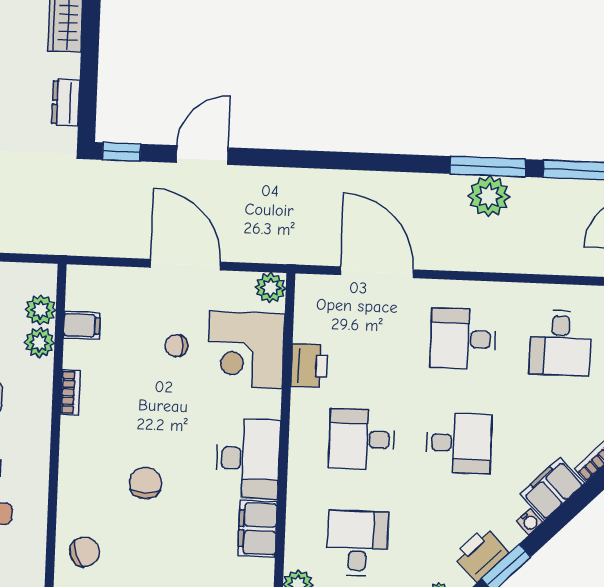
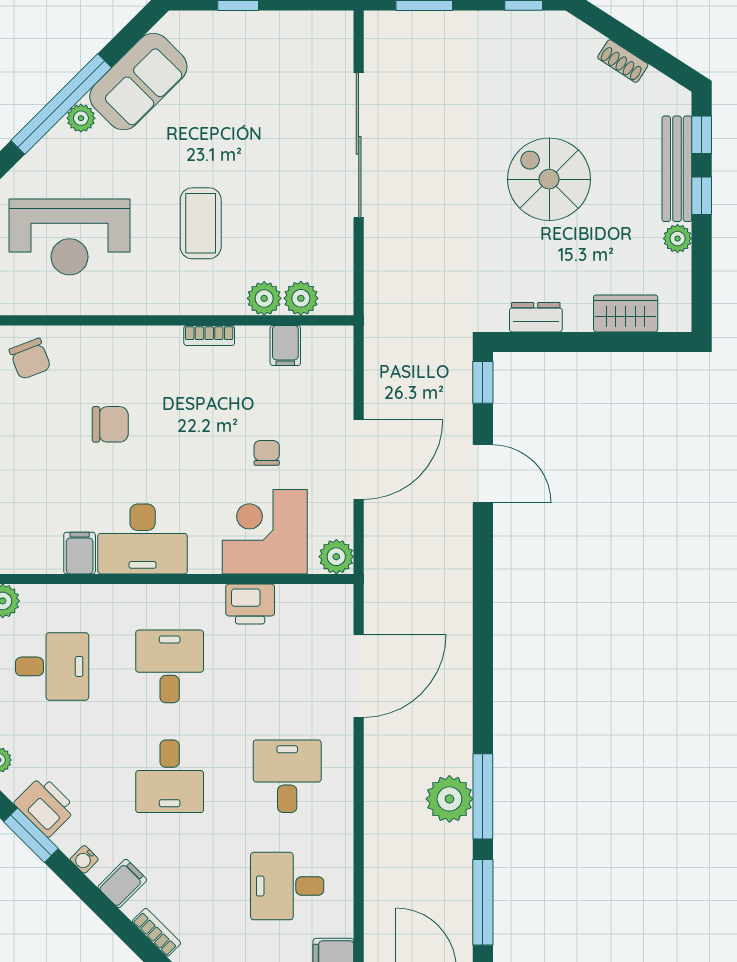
filing cabinet: (552, 489) -> (122, 883), width x0.50
filing cabinet: (258, 529) -> (80, 553), width x0.50

